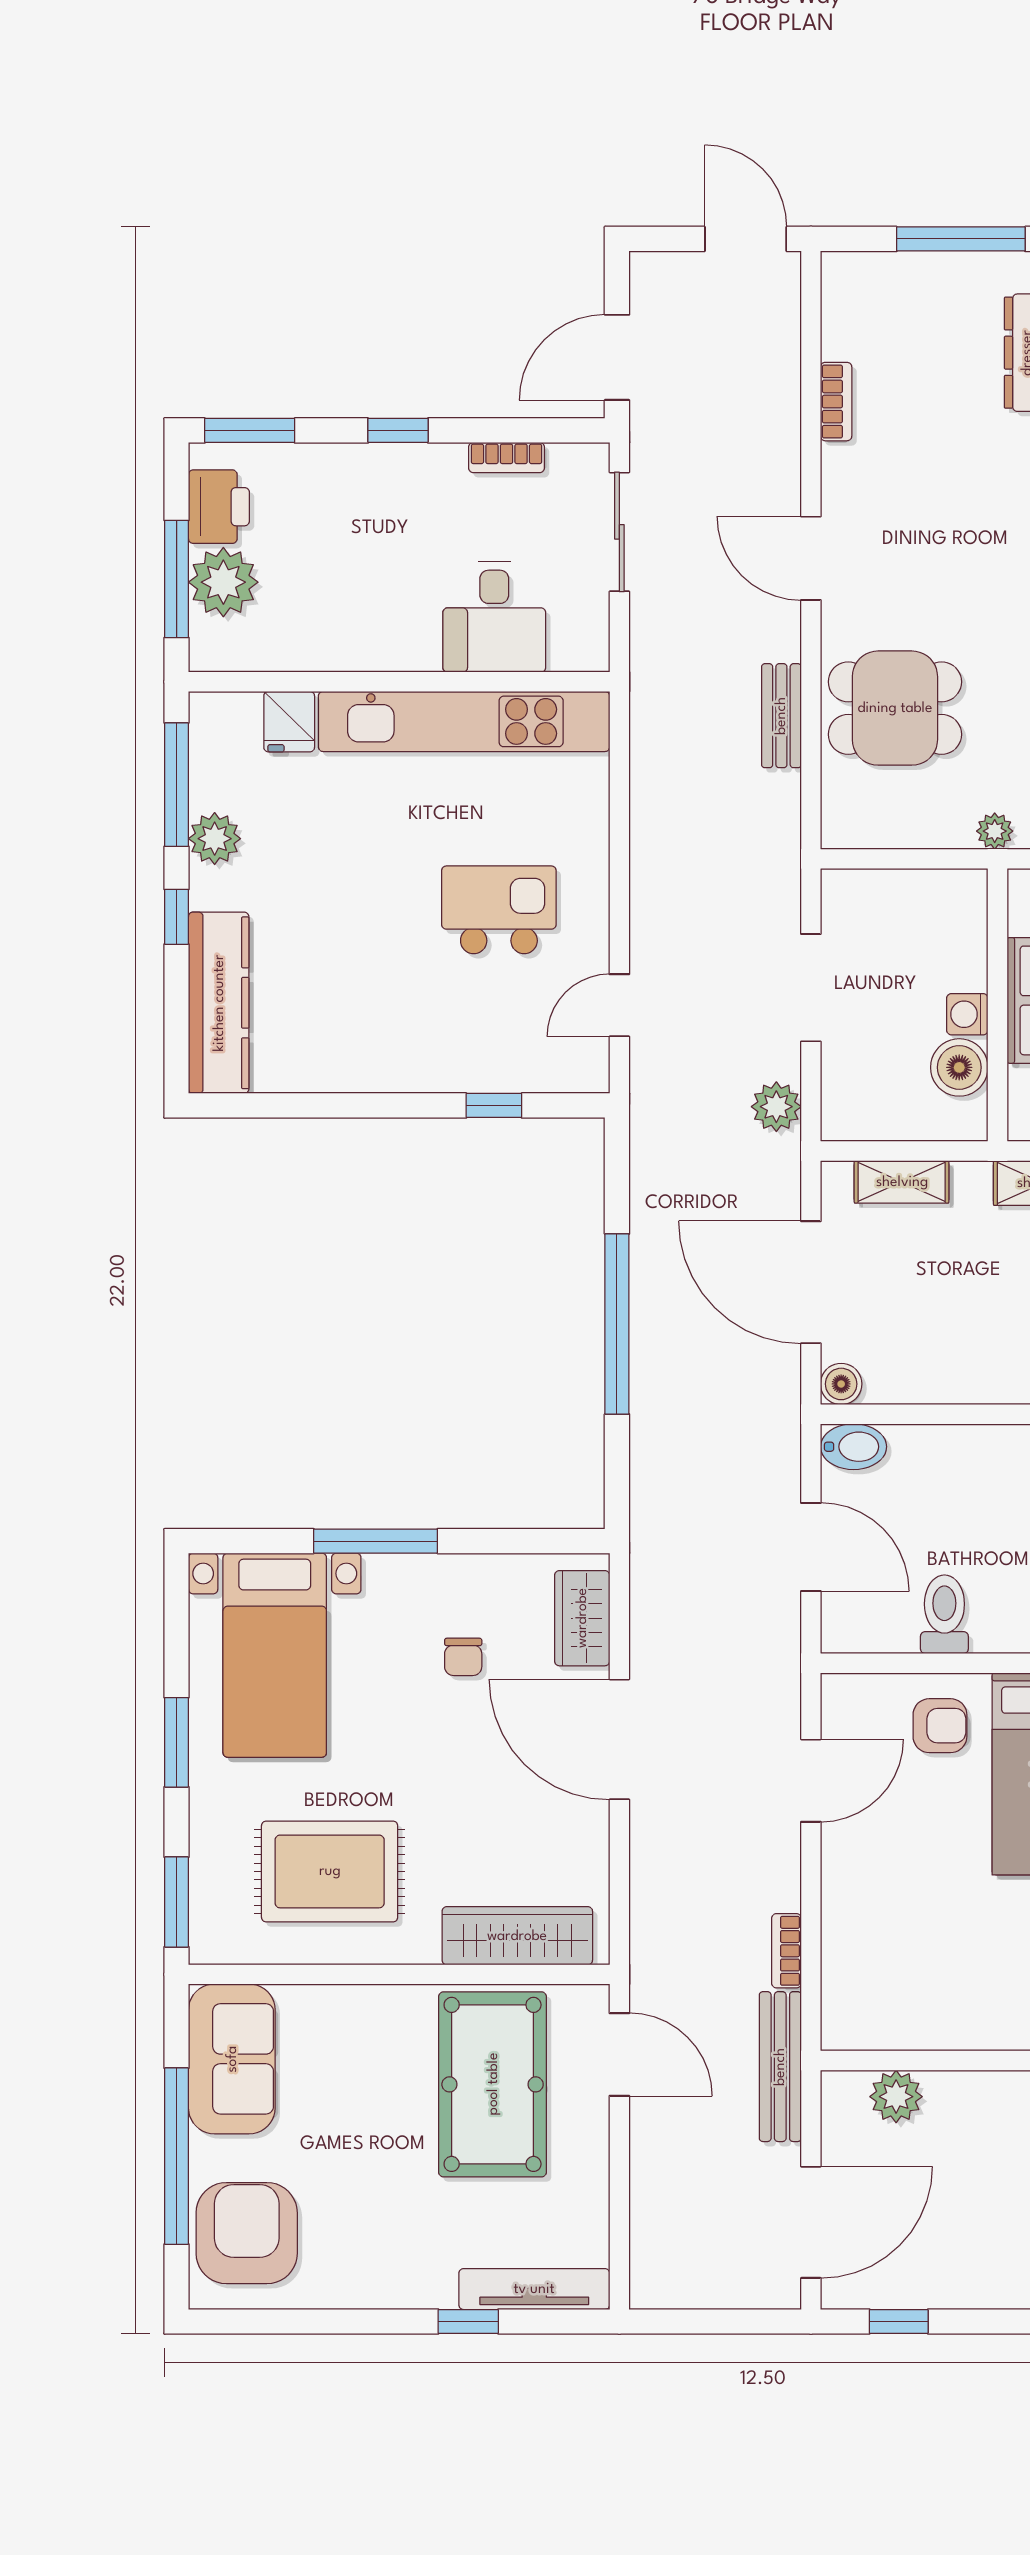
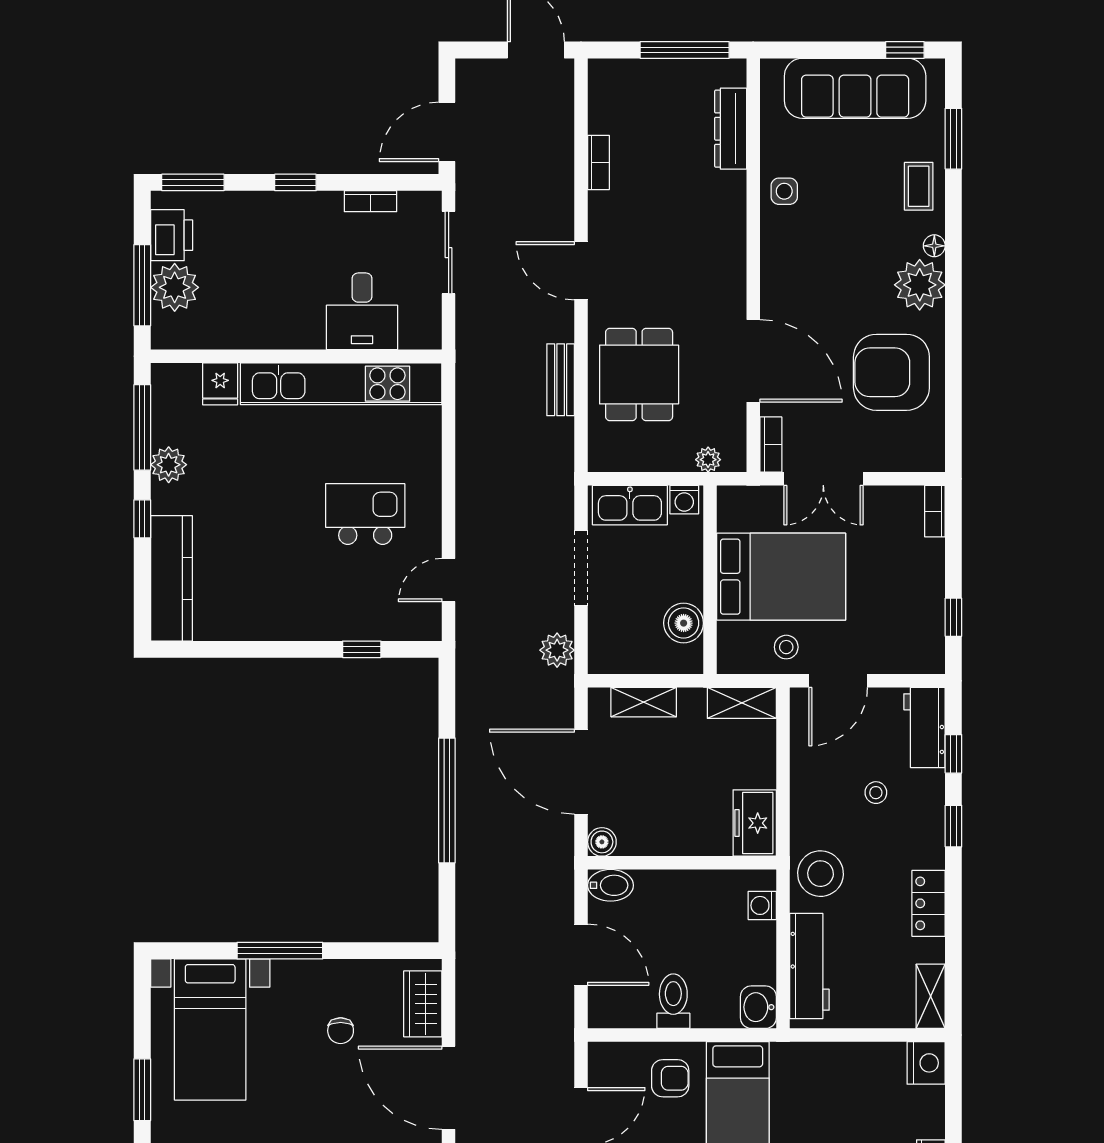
dining table: (895, 708) -> (639, 374), turned 90
kitchen sink: (882, 897) -> (630, 505), added
washing machine: (967, 1014) -> (684, 500), moved, turned -90

